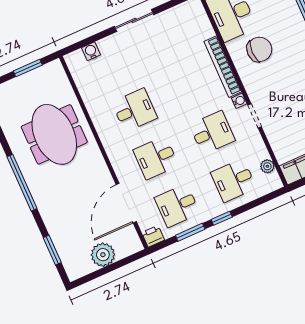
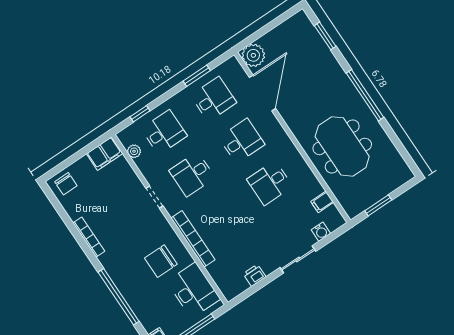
sliding door: (134, 20) -> (298, 259), moved
filing cabinet: (84, 81) -> (322, 202), added
water cooler: (239, 101) -> (172, 209), removed
window: (222, 218) -> (140, 114), moved
printer: (153, 236) -> (254, 275), moved, turned 180
plant: (103, 255) -> (253, 55), moved

